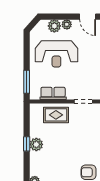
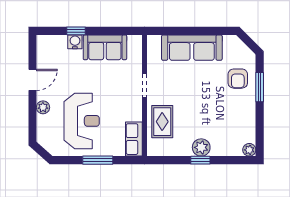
plant: (54, 26) -> (45, 124), removed
window: (27, 82) -> (98, 160), moved
row of seats: (53, 93) -> (134, 139), moved

